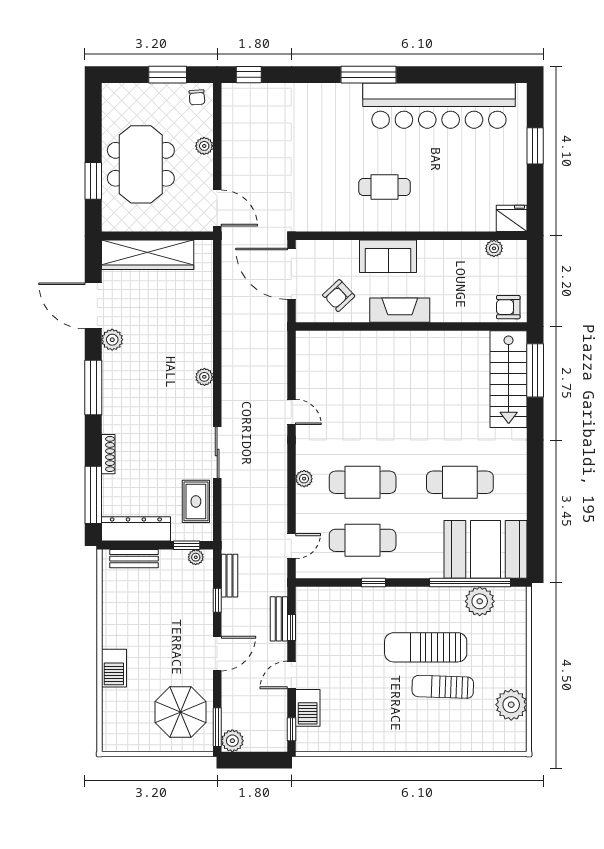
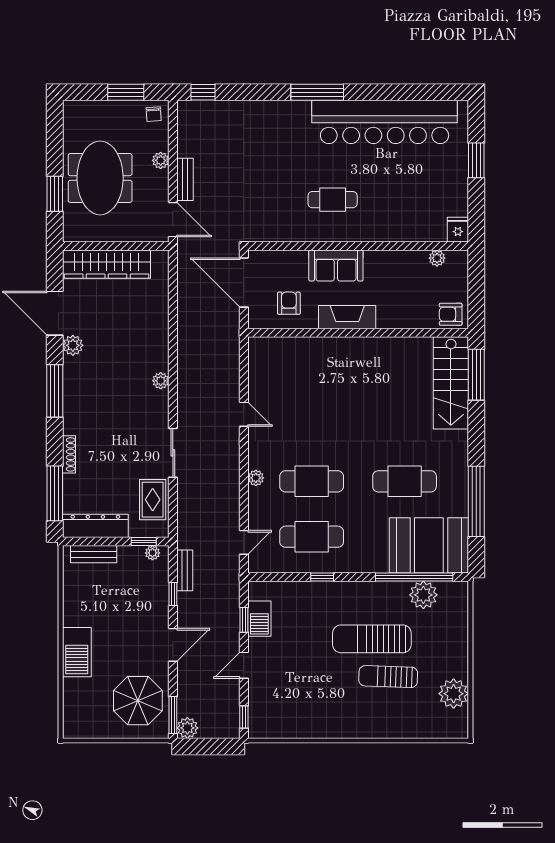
fridge: (512, 218) -> (458, 230), width x0.72
armchair: (339, 296) -> (289, 303), turned 133
window: (535, 503) -> (476, 501), added
bench: (279, 619) -> (185, 179), moved
barbecue: (114, 668) -> (77, 652), width x1.37, depth x1.21
barbecue: (308, 708) -> (259, 619), moved

